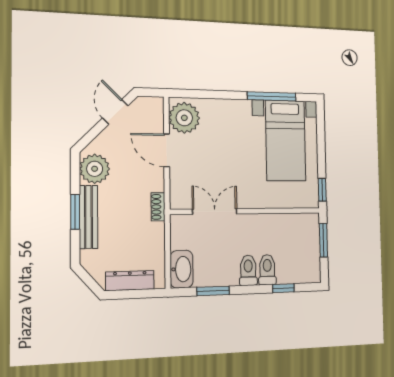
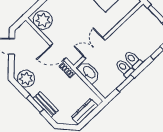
door: (167, 150) -> (58, 52), moved
bench: (88, 217) -> (46, 104), width x0.73
washbasin: (182, 269) -> (89, 72), moved
toilet: (267, 270) -> (124, 68), moved

